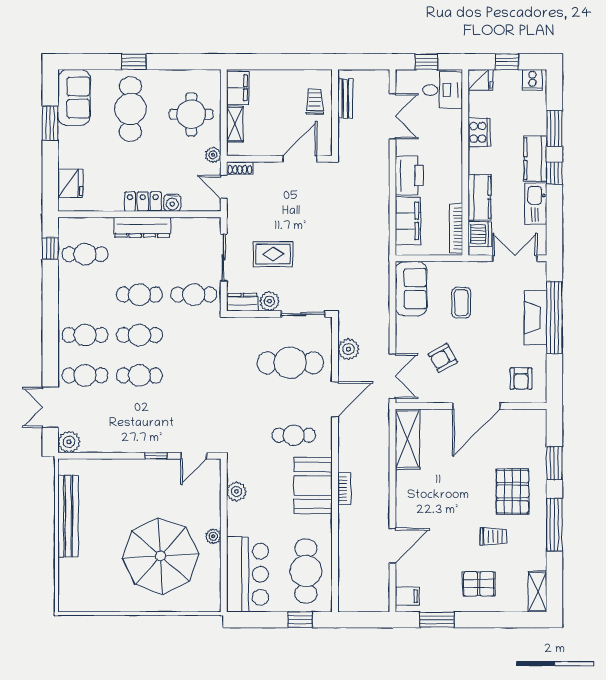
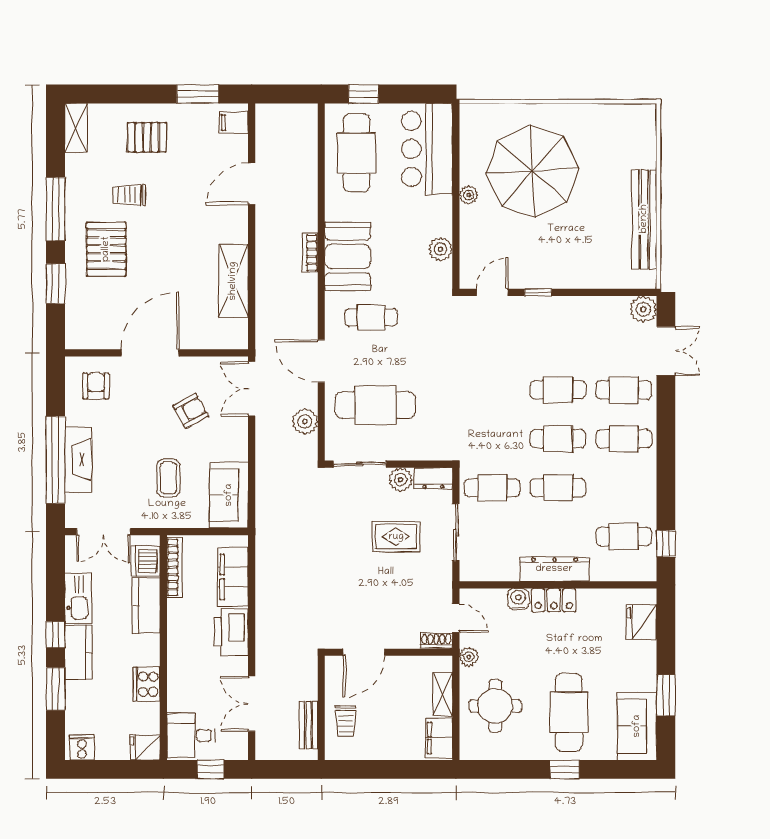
window: (507, 62) -> (113, 769), removed
door: (335, 399) -> (321, 361), hinge flipped
shelving: (407, 439) -> (233, 281), moved

